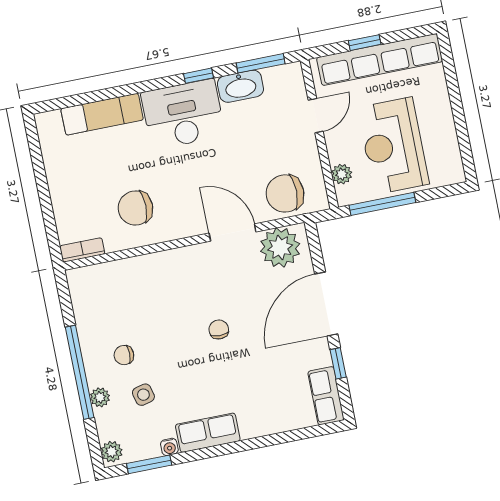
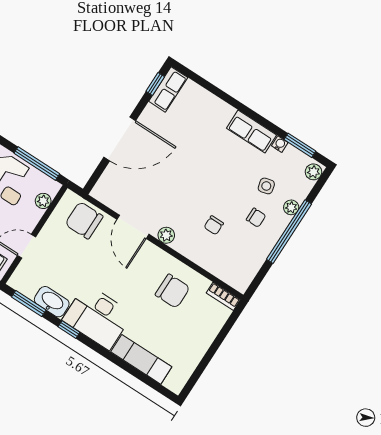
chair: (285, 193) -> (84, 220), turned 180
plant: (280, 248) -> (166, 235), moved, width x0.53, depth x0.53
chair: (219, 329) -> (214, 225), moved
window: (338, 363) -> (155, 84), moved

